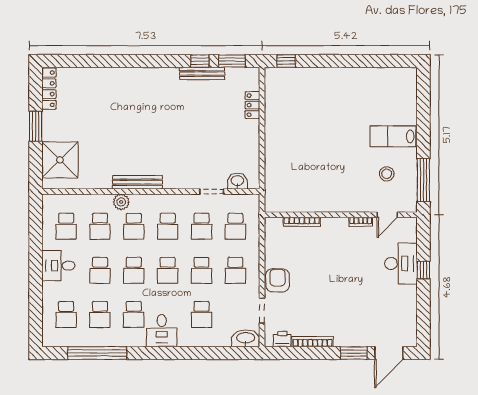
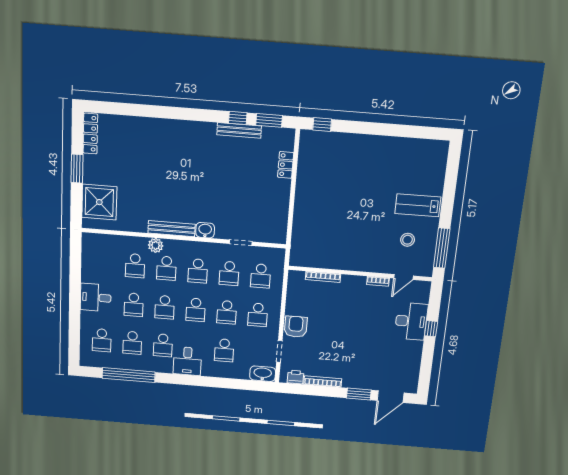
washbasin: (237, 181) -> (205, 230), moved
school desk: (66, 226) -> (104, 263), removed

